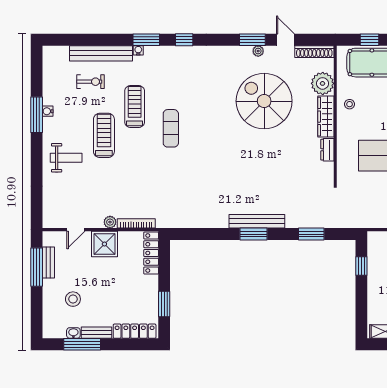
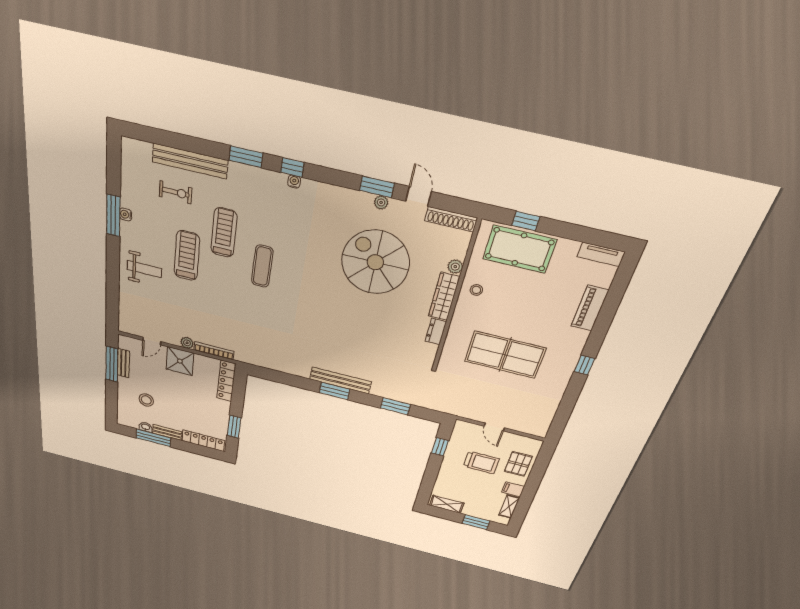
water cooler: (138, 50) -> (294, 182), moved
plant: (323, 83) -> (455, 267), width x0.53, depth x0.53

